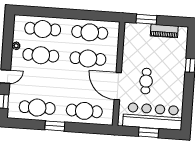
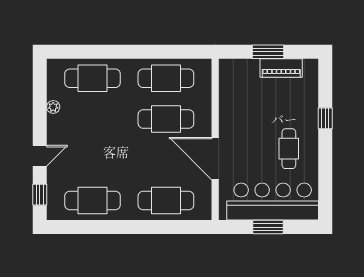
window: (146, 19) -> (268, 52), moved
cafe table: (41, 55) -> (93, 119), removed
cafe table: (146, 81) -> (289, 149), moved
window: (55, 126) -> (122, 227), removed

